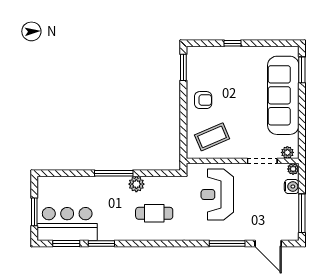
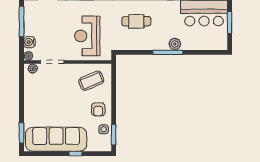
side table: (196, 74) -> (104, 129), added
sofa: (283, 95) -> (56, 139), moved, turned -90
armchair: (203, 100) -> (98, 109), turned -90
plant: (136, 184) -> (175, 44), moved
reception desk: (217, 195) -> (87, 36), turned 180

